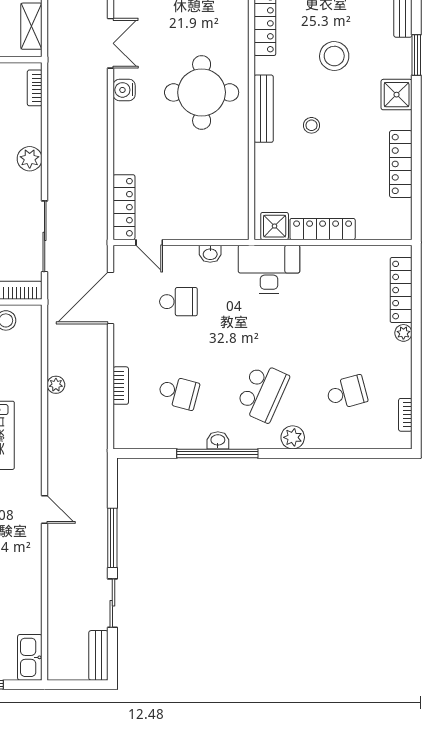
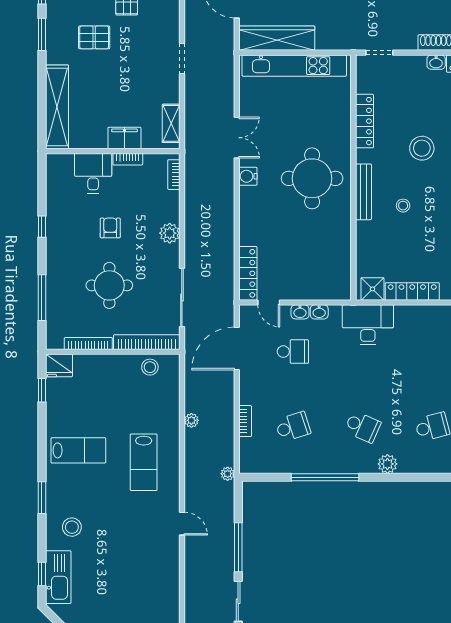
school desk: (178, 392) -> (293, 427), turned -33
school desk: (263, 392) -> (363, 427), width x0.54
washbasin: (218, 440) -> (300, 312), moved, turned 180
plant: (100, 449) -> (228, 474), added

